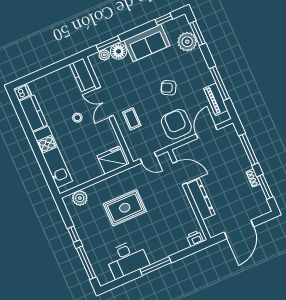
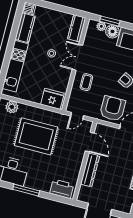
door: (148, 158) -> (77, 116), hinge flipped
rug: (125, 208) -> (36, 136), width x1.37, depth x1.44
printer: (195, 239) -> (62, 189), width x1.87, depth x1.48

